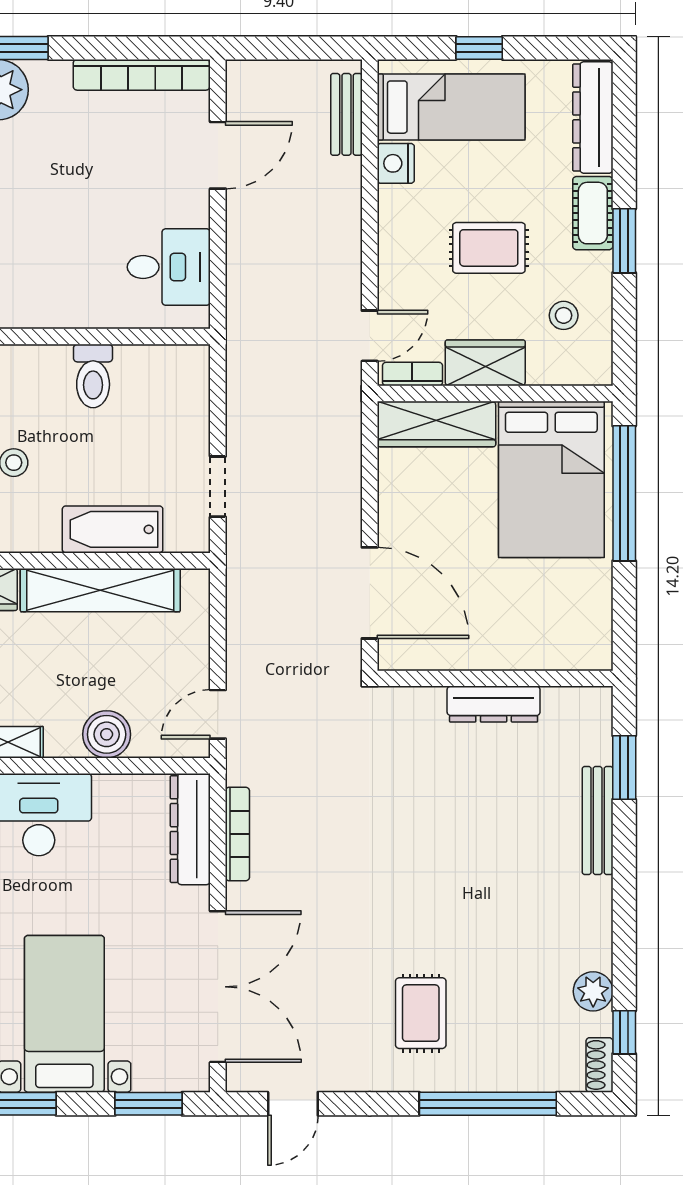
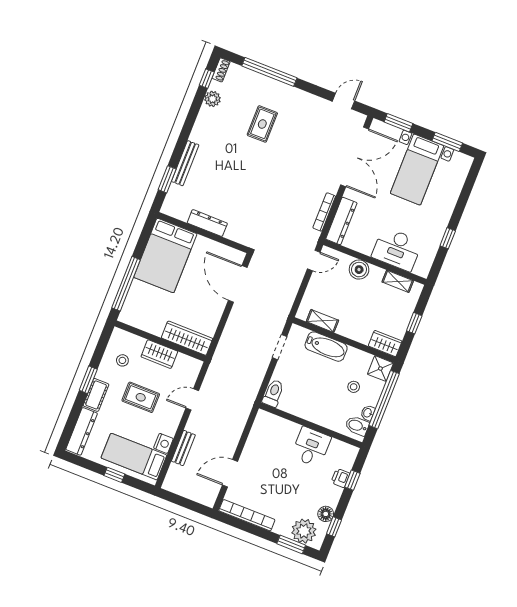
bench: (346, 114) -> (183, 448), moved
desk: (169, 267) -> (311, 447), moved, turned 90
door: (370, 336) -> (192, 399), moved
bookcase: (412, 374) -> (189, 361), removed
toilet: (93, 376) -> (273, 393), moved
bed: (551, 479) -> (165, 256), moved, turned 180
shelving: (100, 590) -> (322, 321), width x0.45, depth x0.75
double door: (218, 987) -> (355, 157), swing flipped
rug: (421, 1013) -> (262, 124), moved

